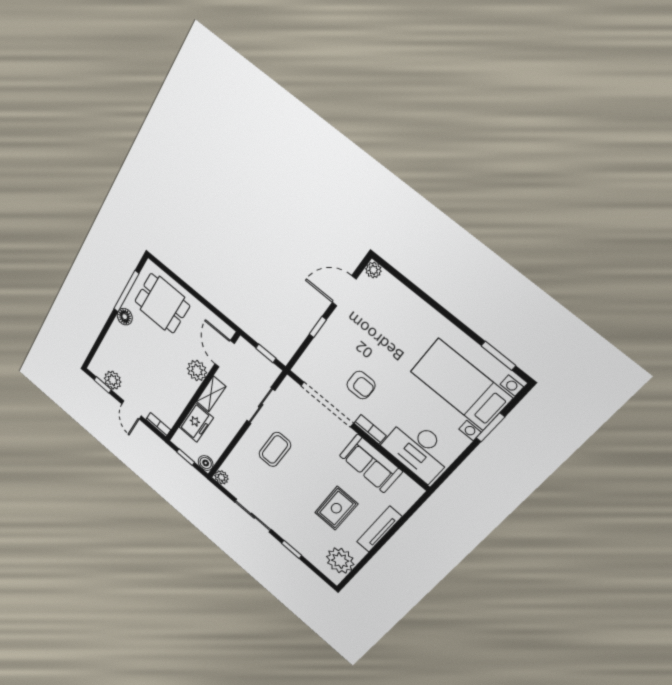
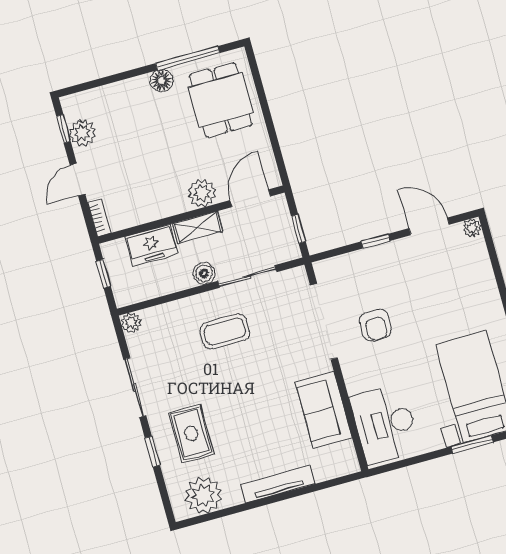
bookcase: (370, 429) -> (350, 375), removed
boiler: (206, 463) -> (204, 273), moved
rug: (336, 508) -> (191, 433), moved, turned 90

